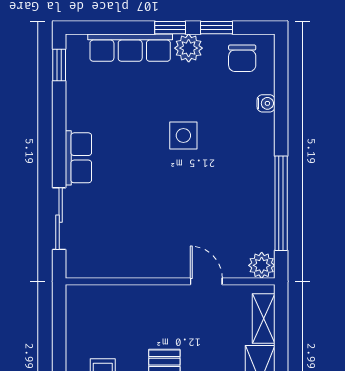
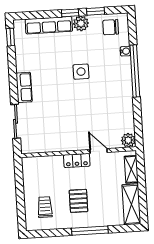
chair: (242, 58) -> (111, 27), turned 90
window: (281, 203) -> (135, 71), moved
locker: (166, 296) -> (77, 160), added

